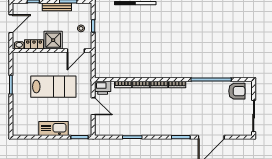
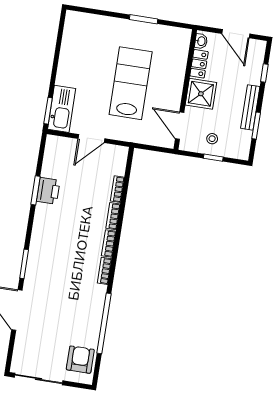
lab bench: (53, 87) -> (131, 83), turned 180
printer: (103, 88) -> (48, 191), moved, turned 180
armchair: (237, 91) -> (80, 360), turned 180
kitchen sink: (54, 129) -> (62, 109), moved

